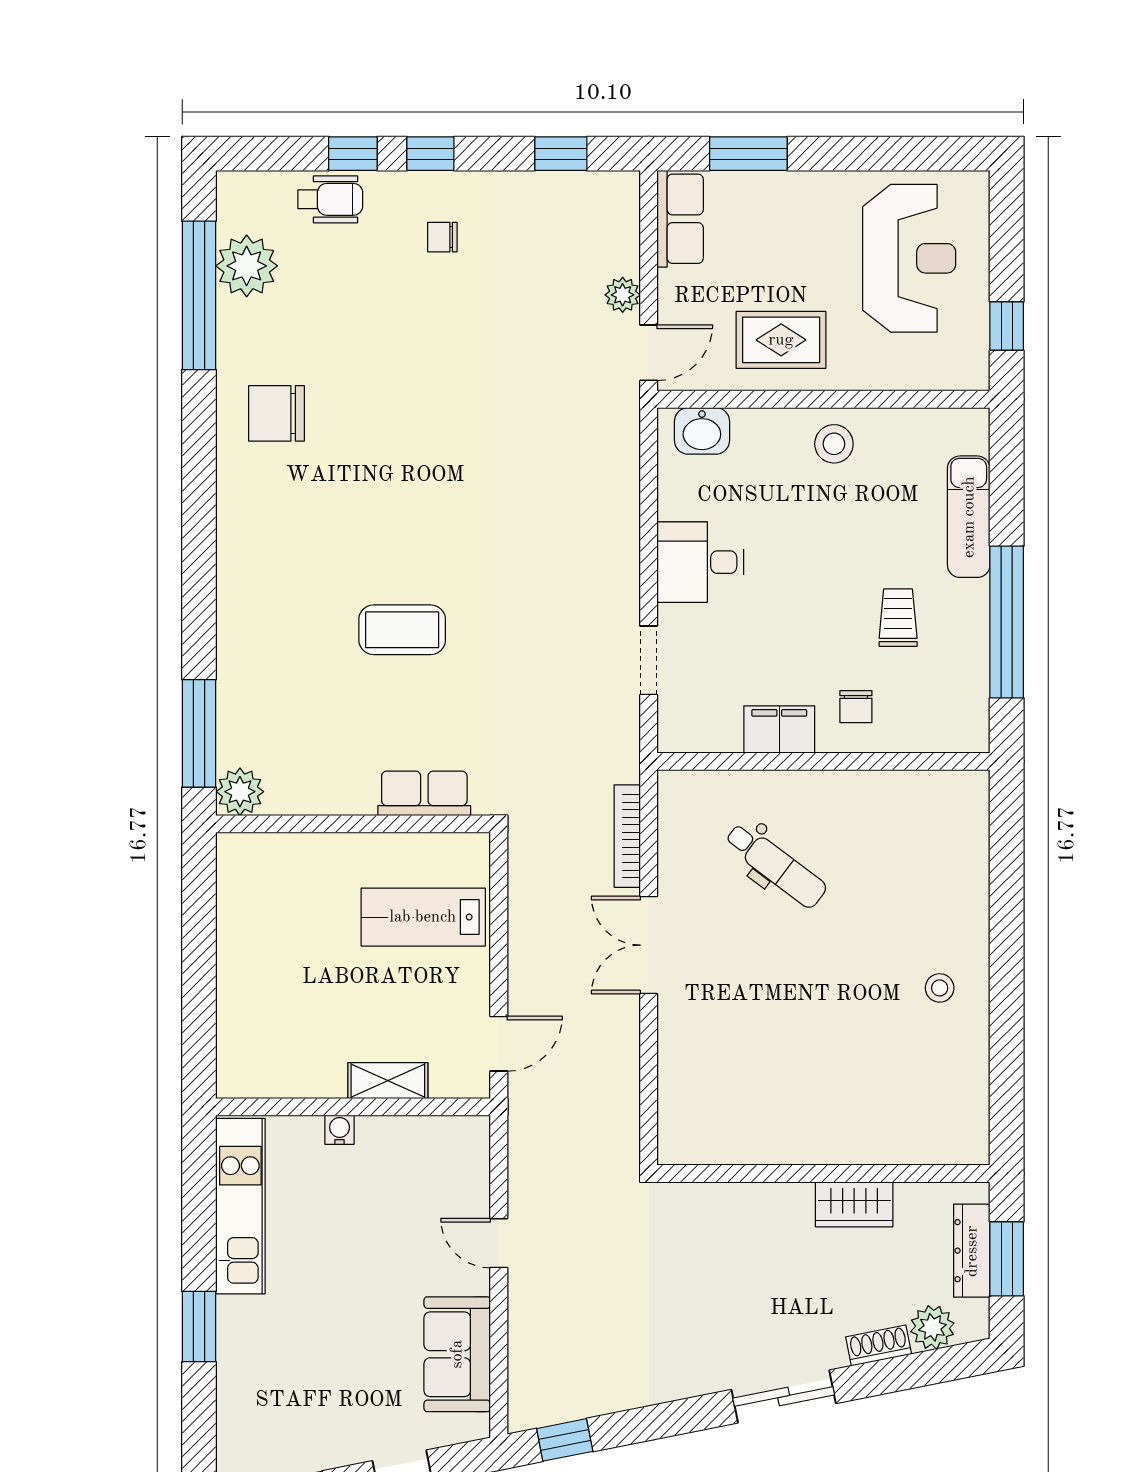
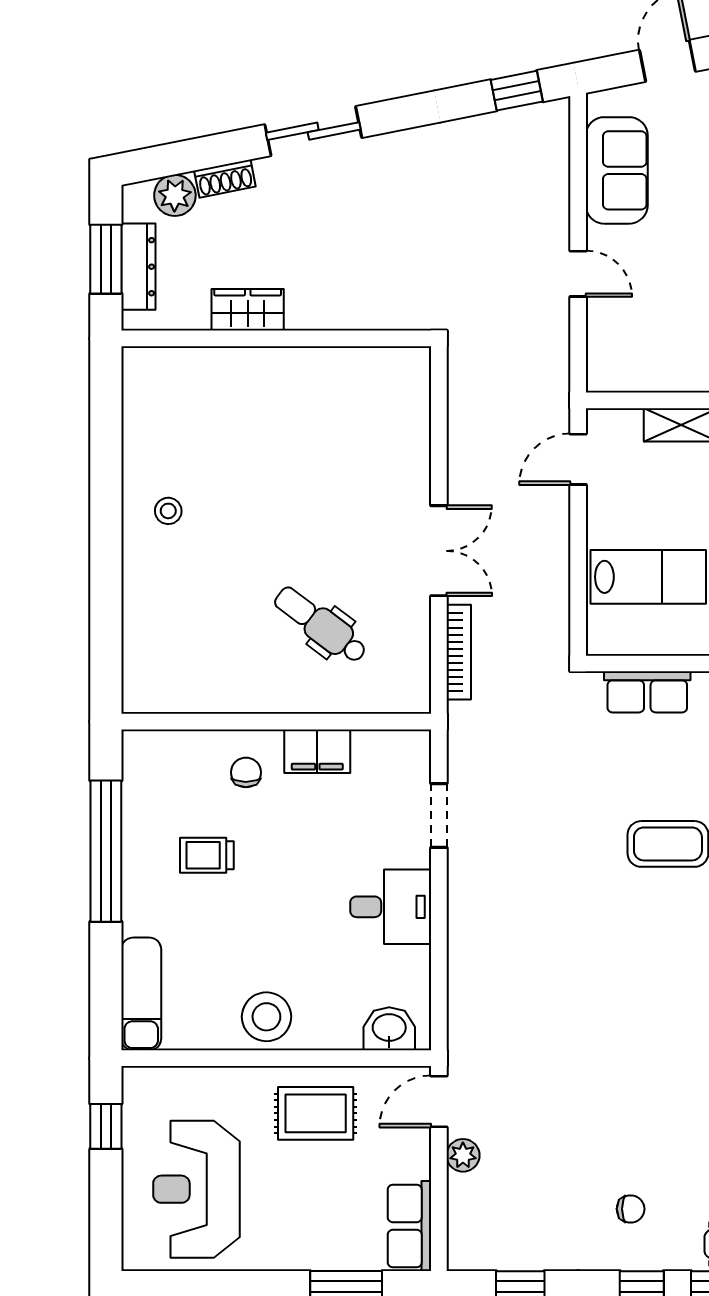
stool: (834, 444) -> (266, 1017), width x1.38, depth x1.38
exam couch: (969, 517) -> (141, 994), moved
trolley: (898, 618) -> (207, 855), turned 90

